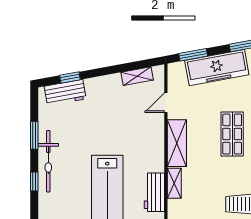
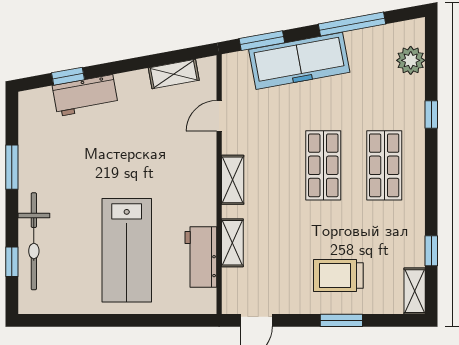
workbench: (65, 93) -> (85, 96), moved
shelving: (177, 143) -> (233, 180), width x0.67, depth x0.75
bicycle: (48, 161) -> (34, 241), moved
window: (34, 182) -> (12, 262), moved

